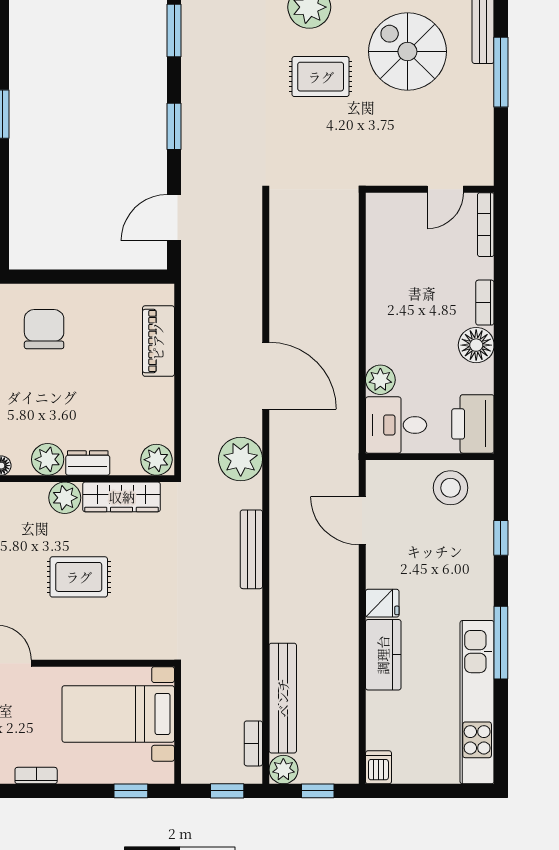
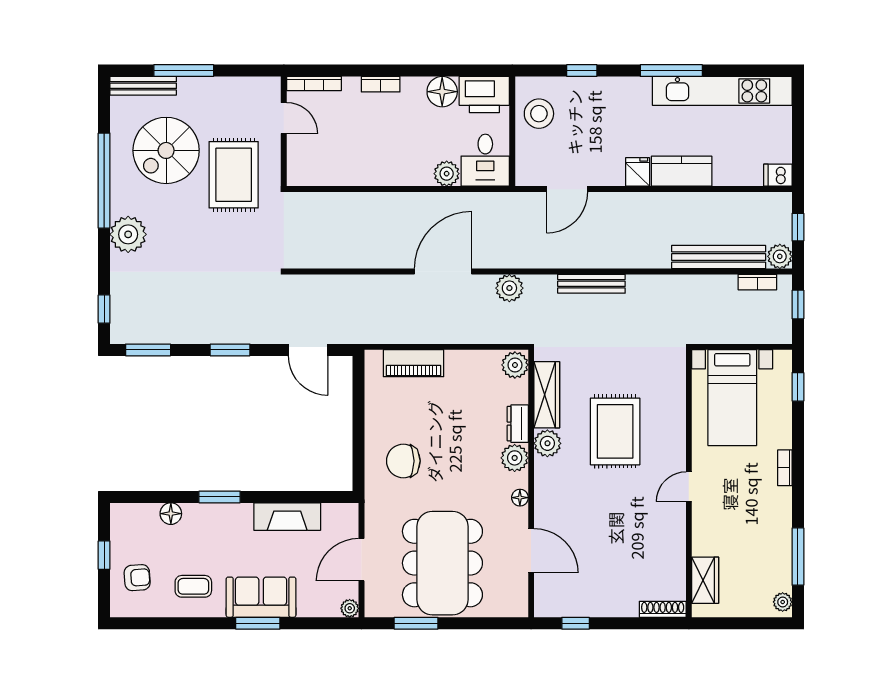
rug: (321, 77) -> (234, 175), moved, width x1.36, depth x1.43
floor lamp: (476, 345) -> (442, 92), moved
plant: (241, 459) -> (509, 288), width x0.73, depth x0.73
rug: (79, 577) -> (615, 431), width x1.36, depth x1.43

